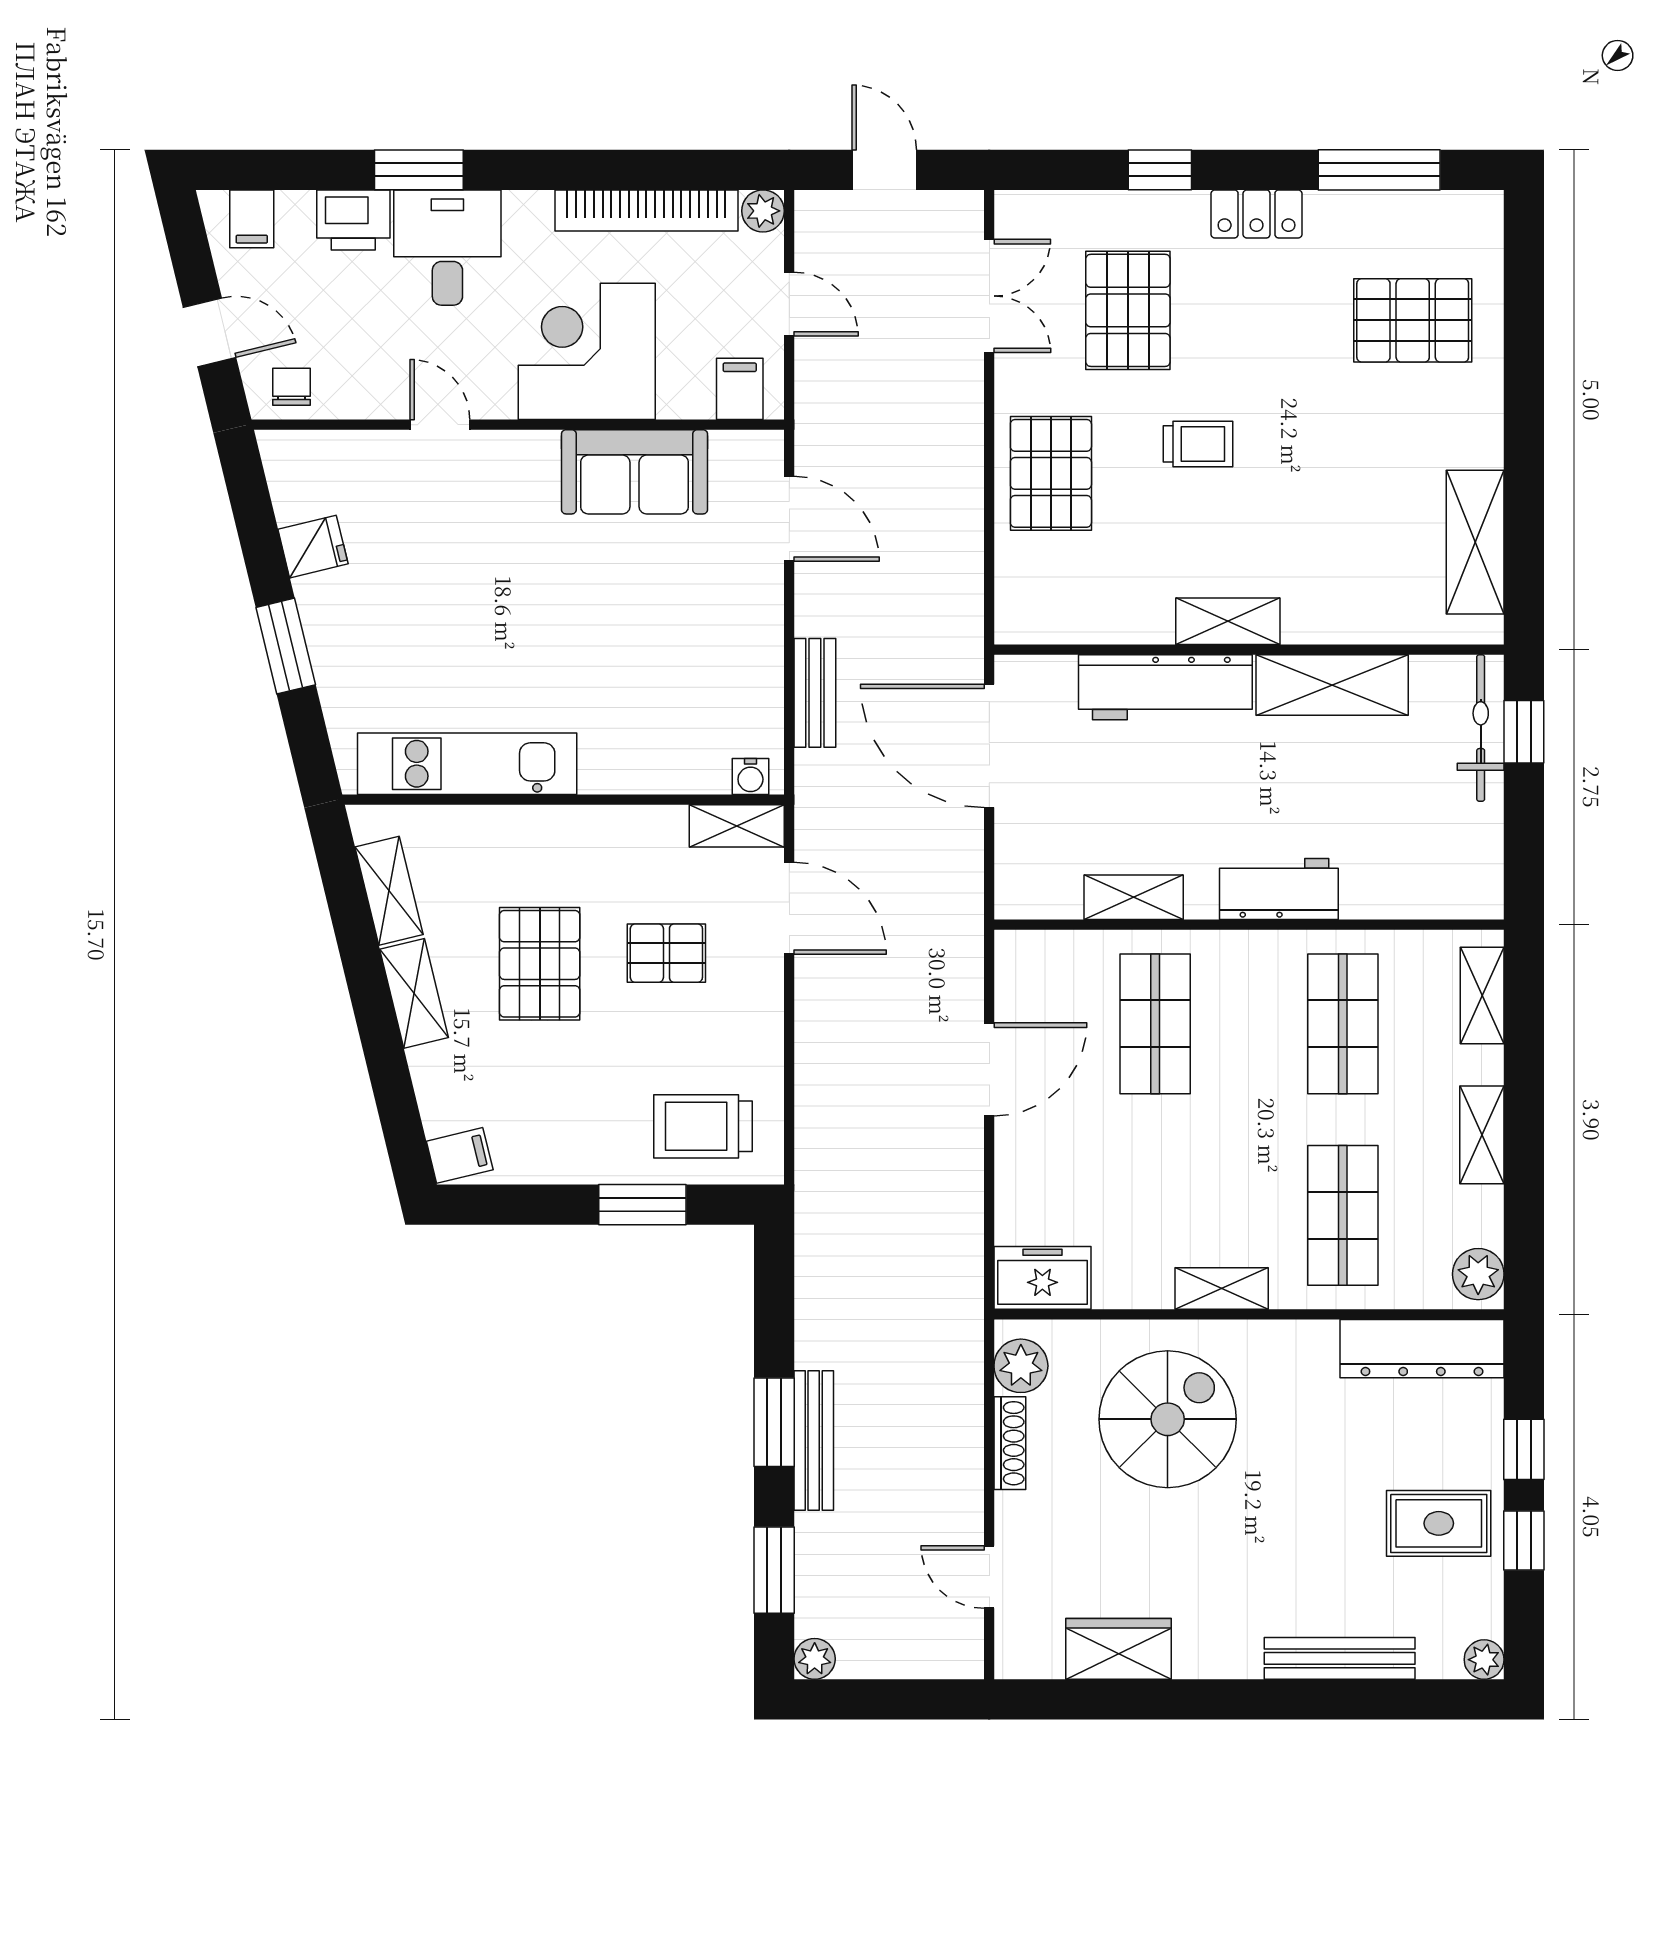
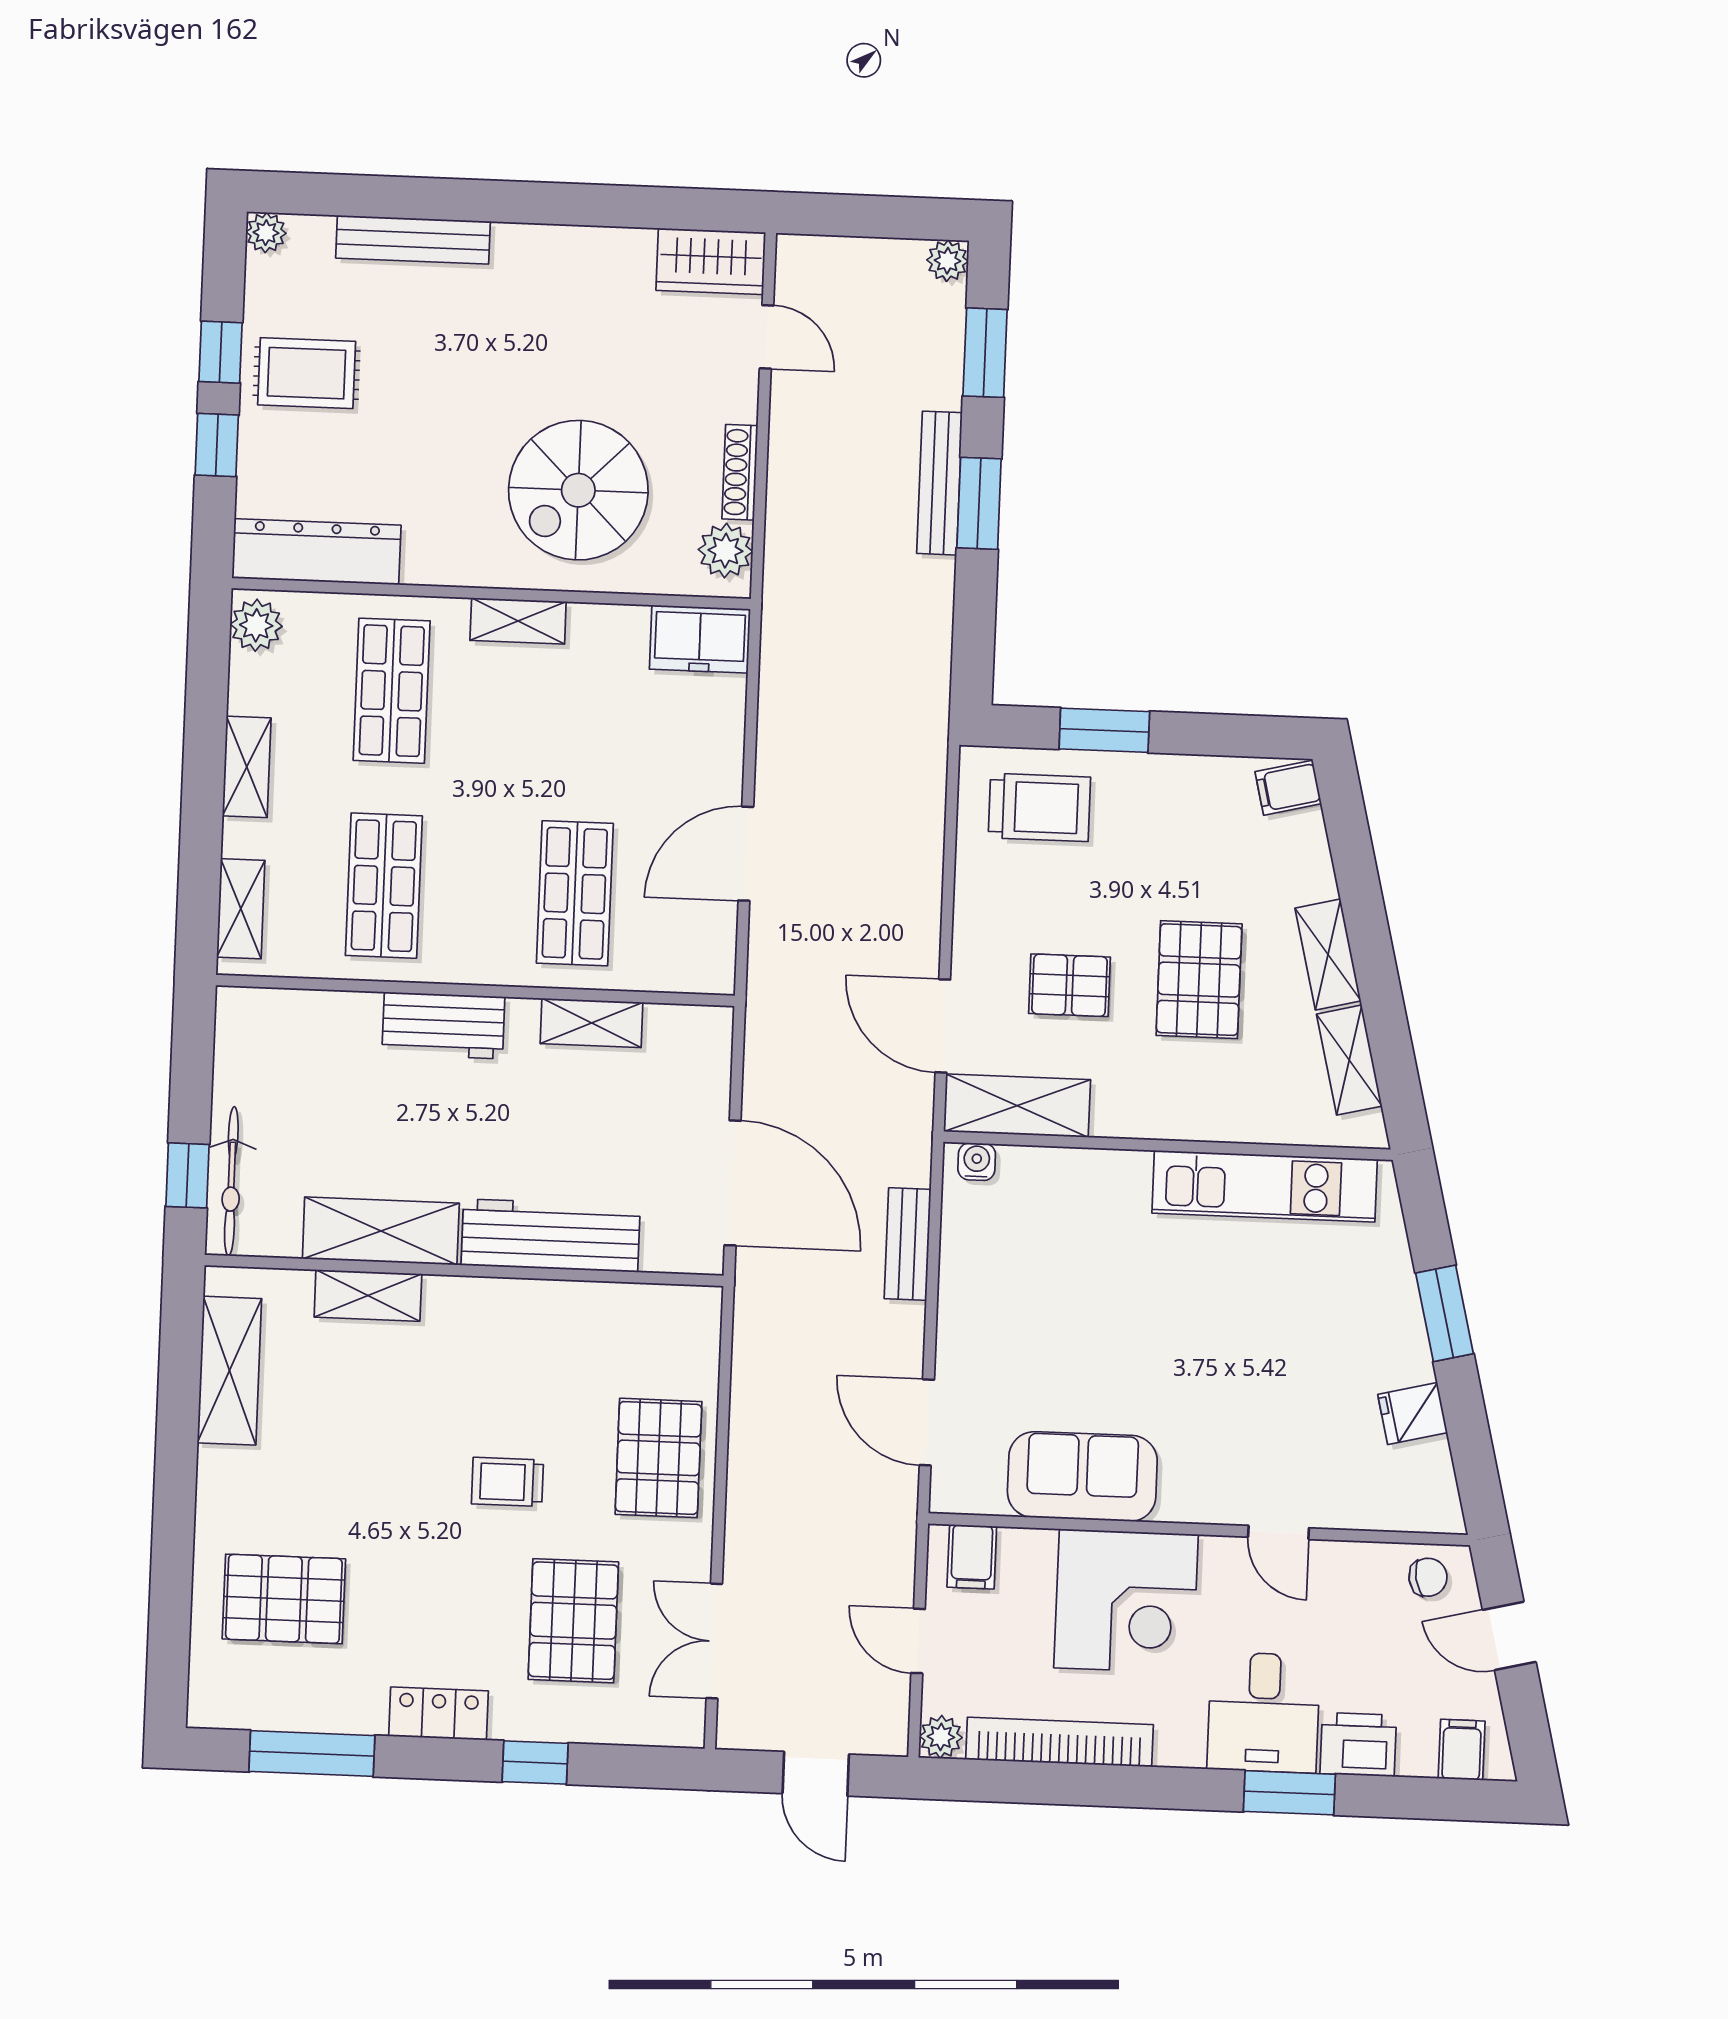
chair: (291, 387) -> (1428, 1577), turned -100
shelving: (1228, 621) -> (368, 1295), moved
shelving: (737, 826) -> (1017, 1106), width x1.50, depth x1.33
wardrobe: (1118, 1649) -> (711, 261), moved

